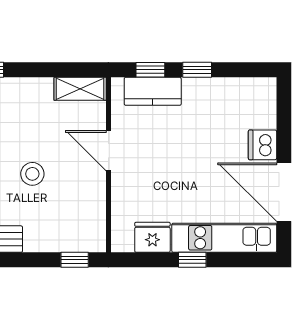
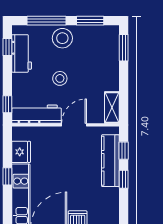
kitchen counter: (153, 91) -> (110, 161), width x1.50
workbench: (91, 212) -> (36, 114), added

